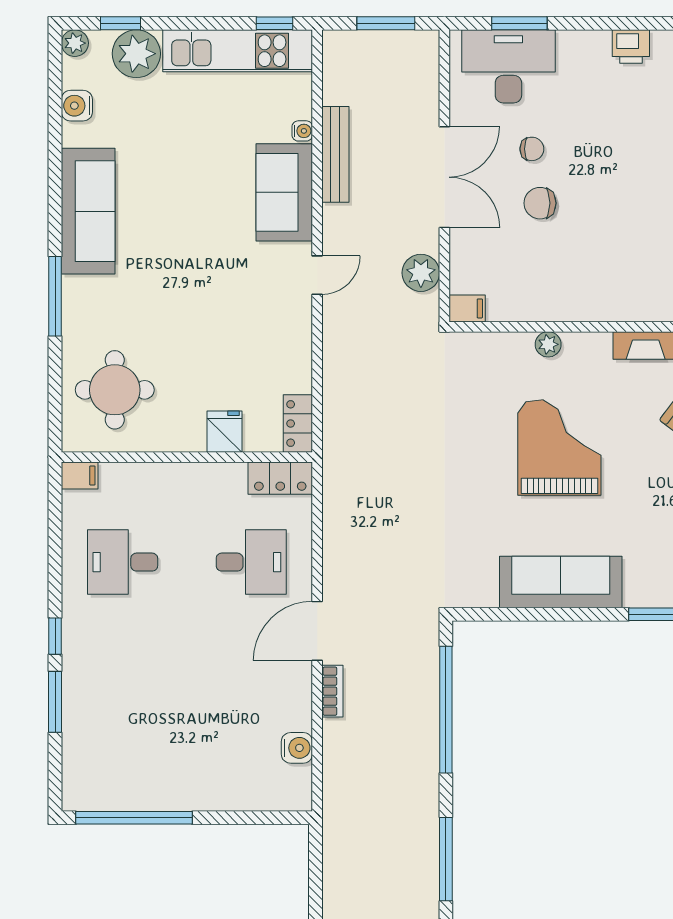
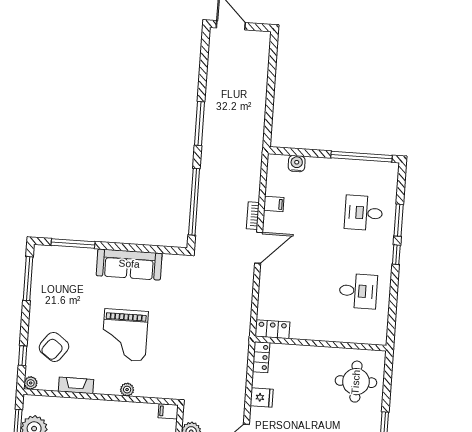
fridge: (224, 432) -> (262, 397), moved, turned -90
filing cabinet: (80, 475) -> (274, 204), moved, turned 180
desk: (251, 562) -> (364, 213), moved
water cooler: (297, 748) -> (297, 164), moved, turned 90

